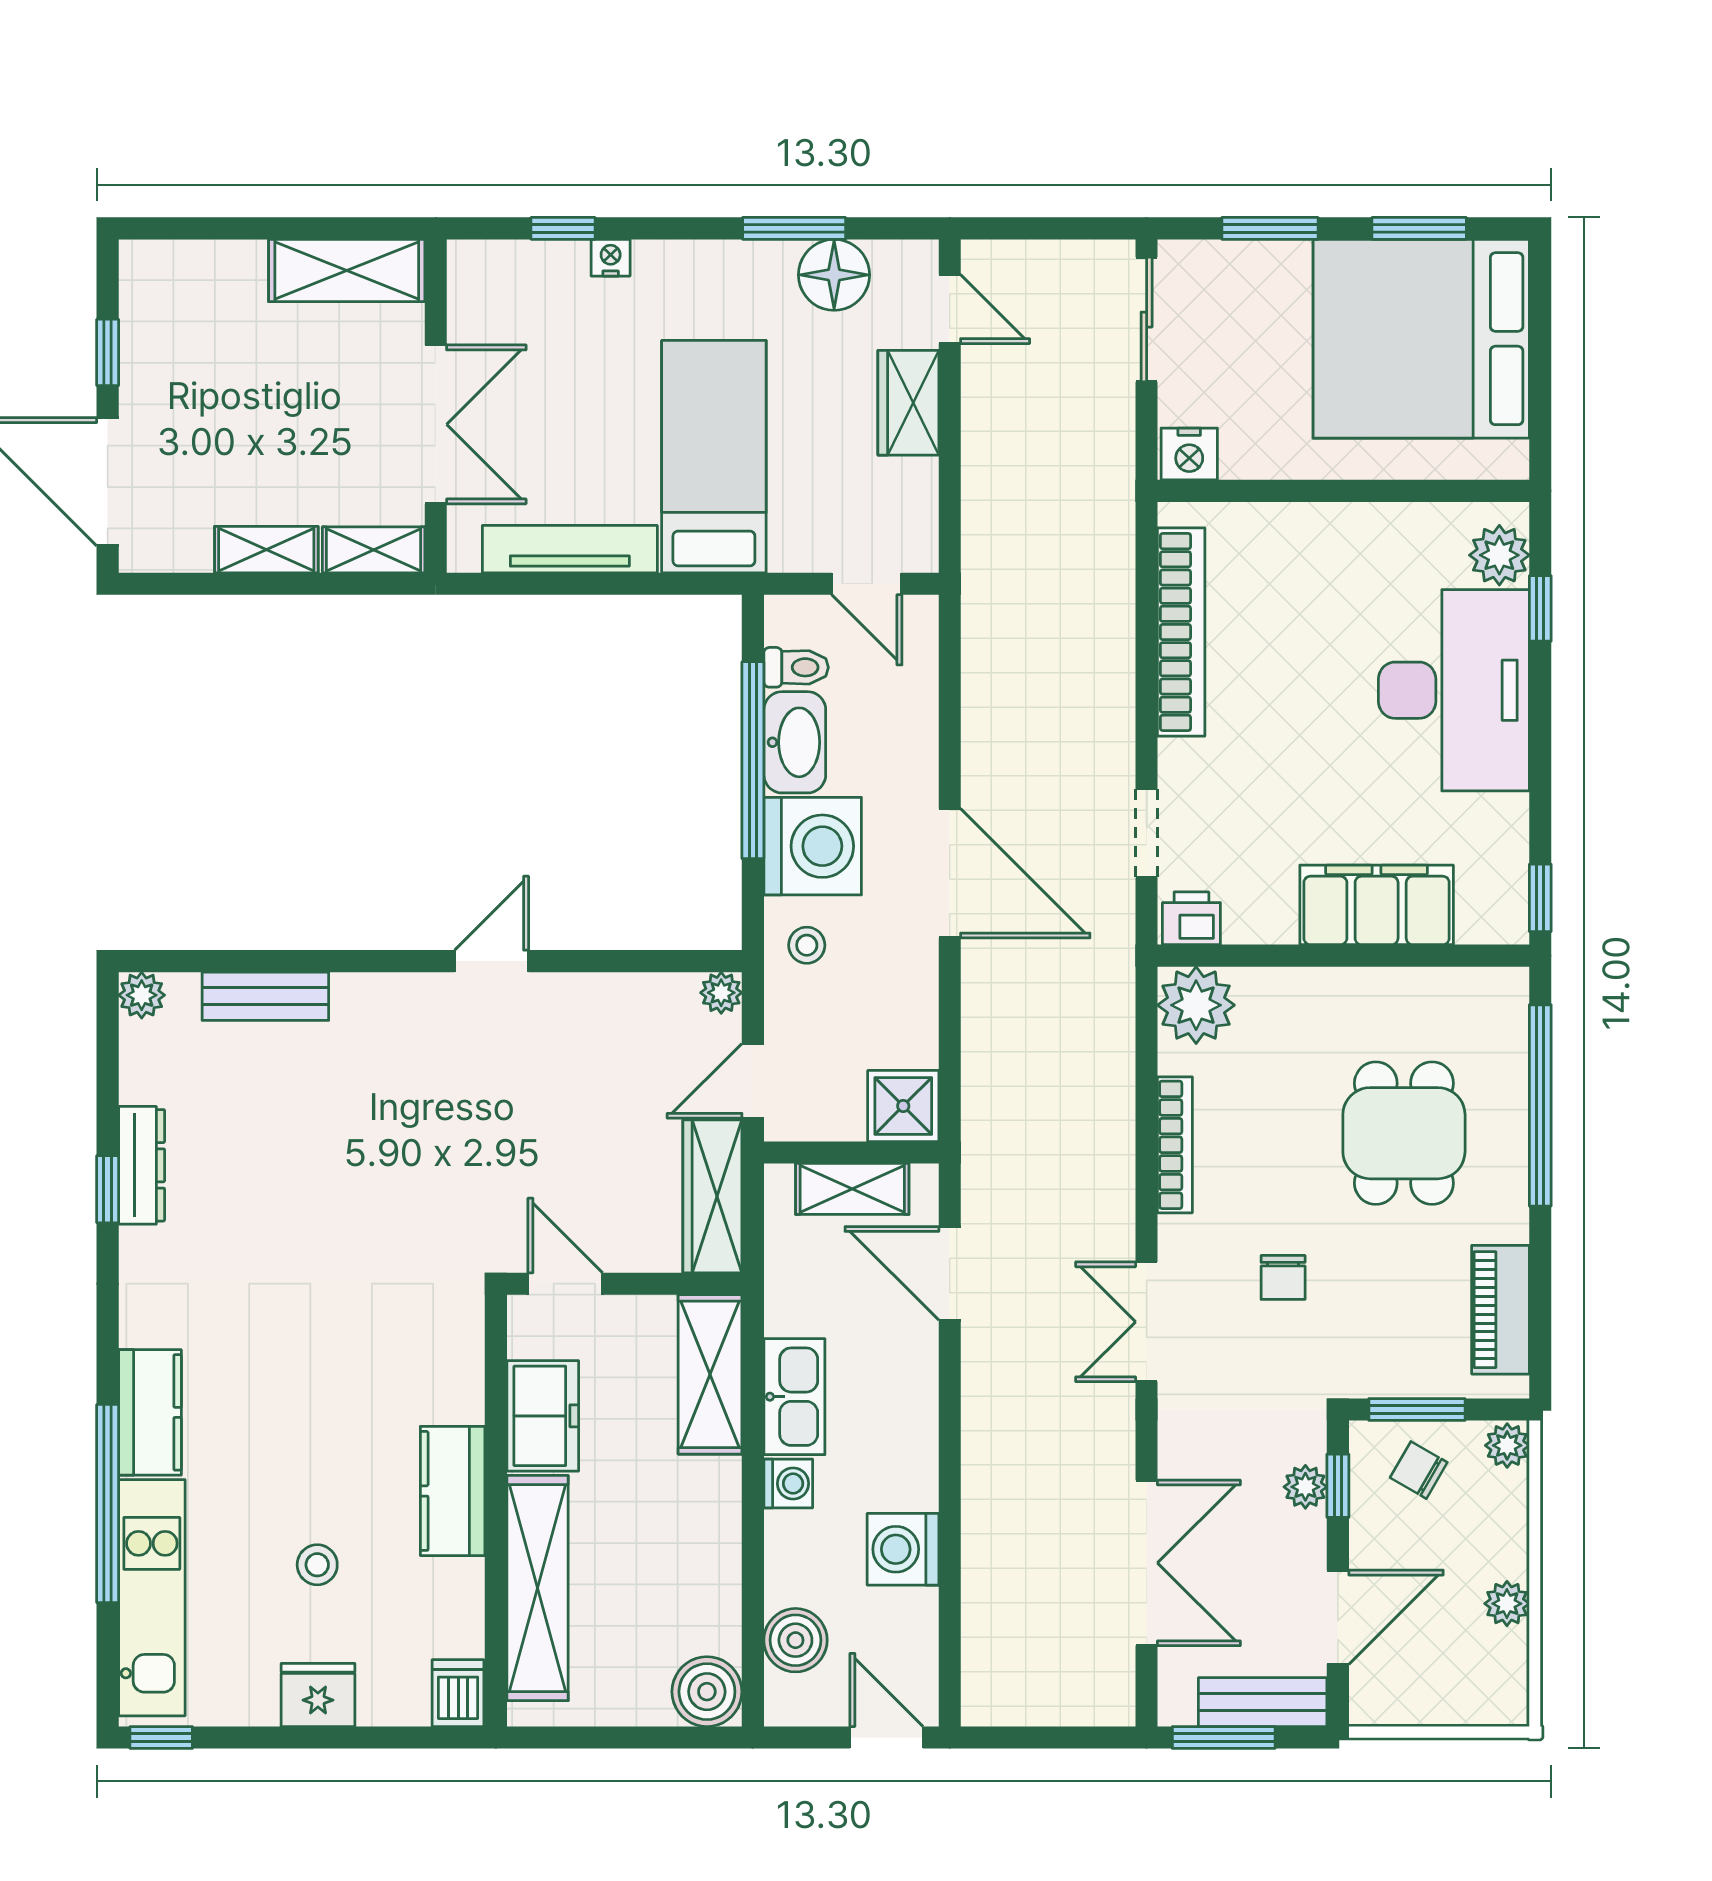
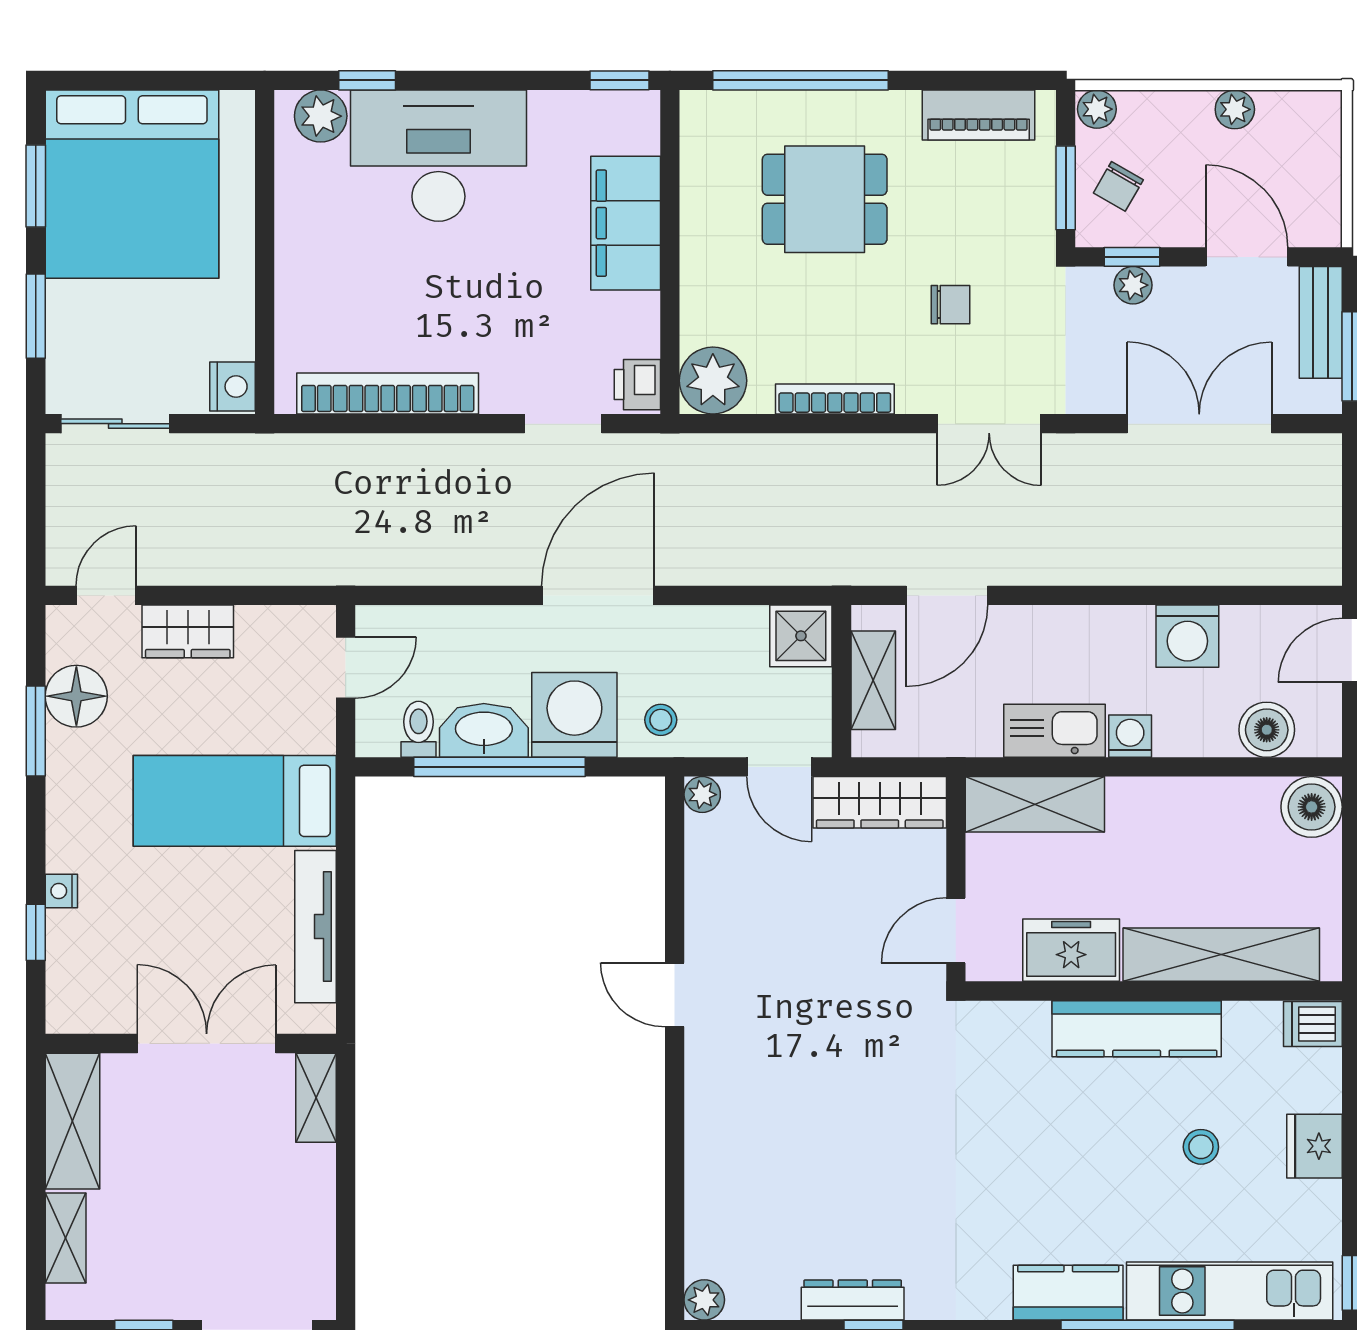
shelving: (266, 550) -> (66, 1238), moved
bench: (265, 996) -> (705, 1192), removed
kitchen counter: (453, 1491) -> (1137, 1029), width x1.50

